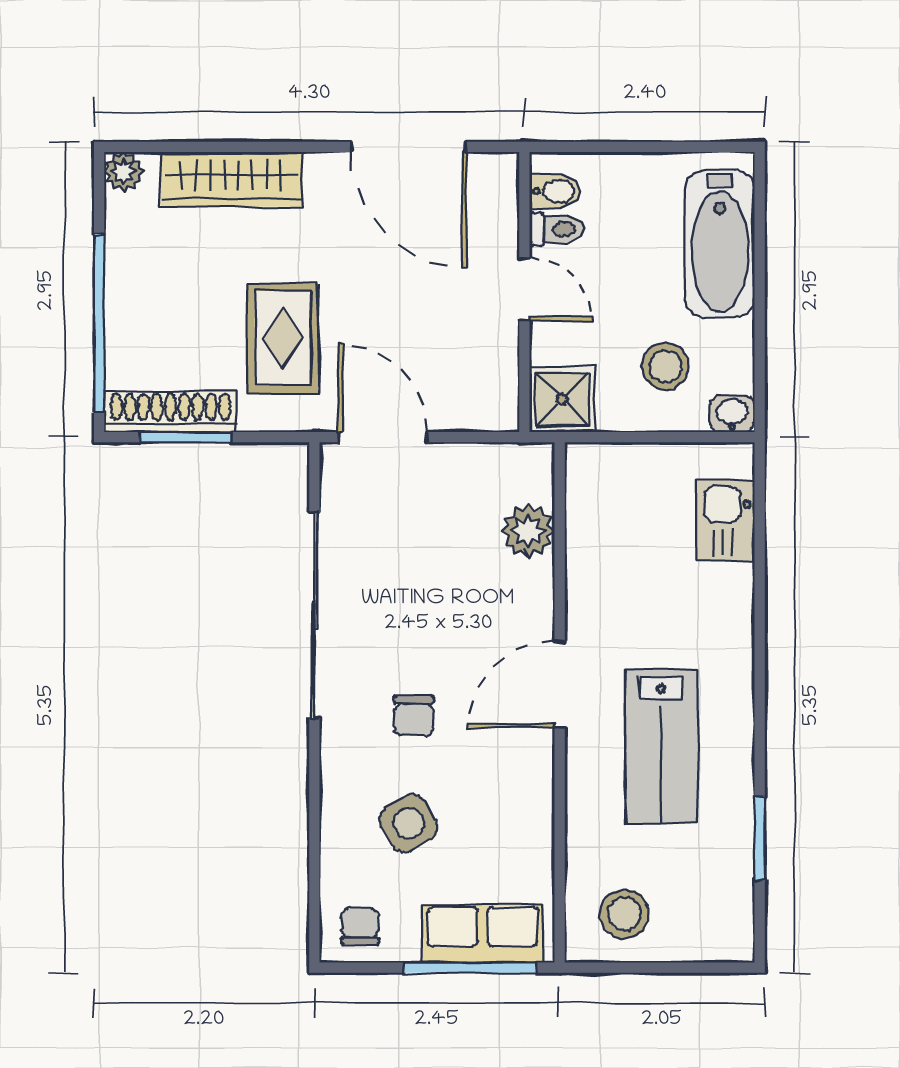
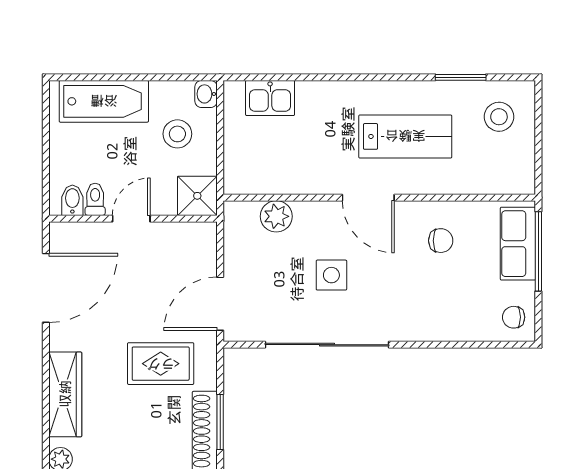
chair: (414, 716) -> (441, 241), moved
side table: (408, 823) -> (331, 275), moved, turned 31
stool: (624, 914) -> (499, 117), moved

